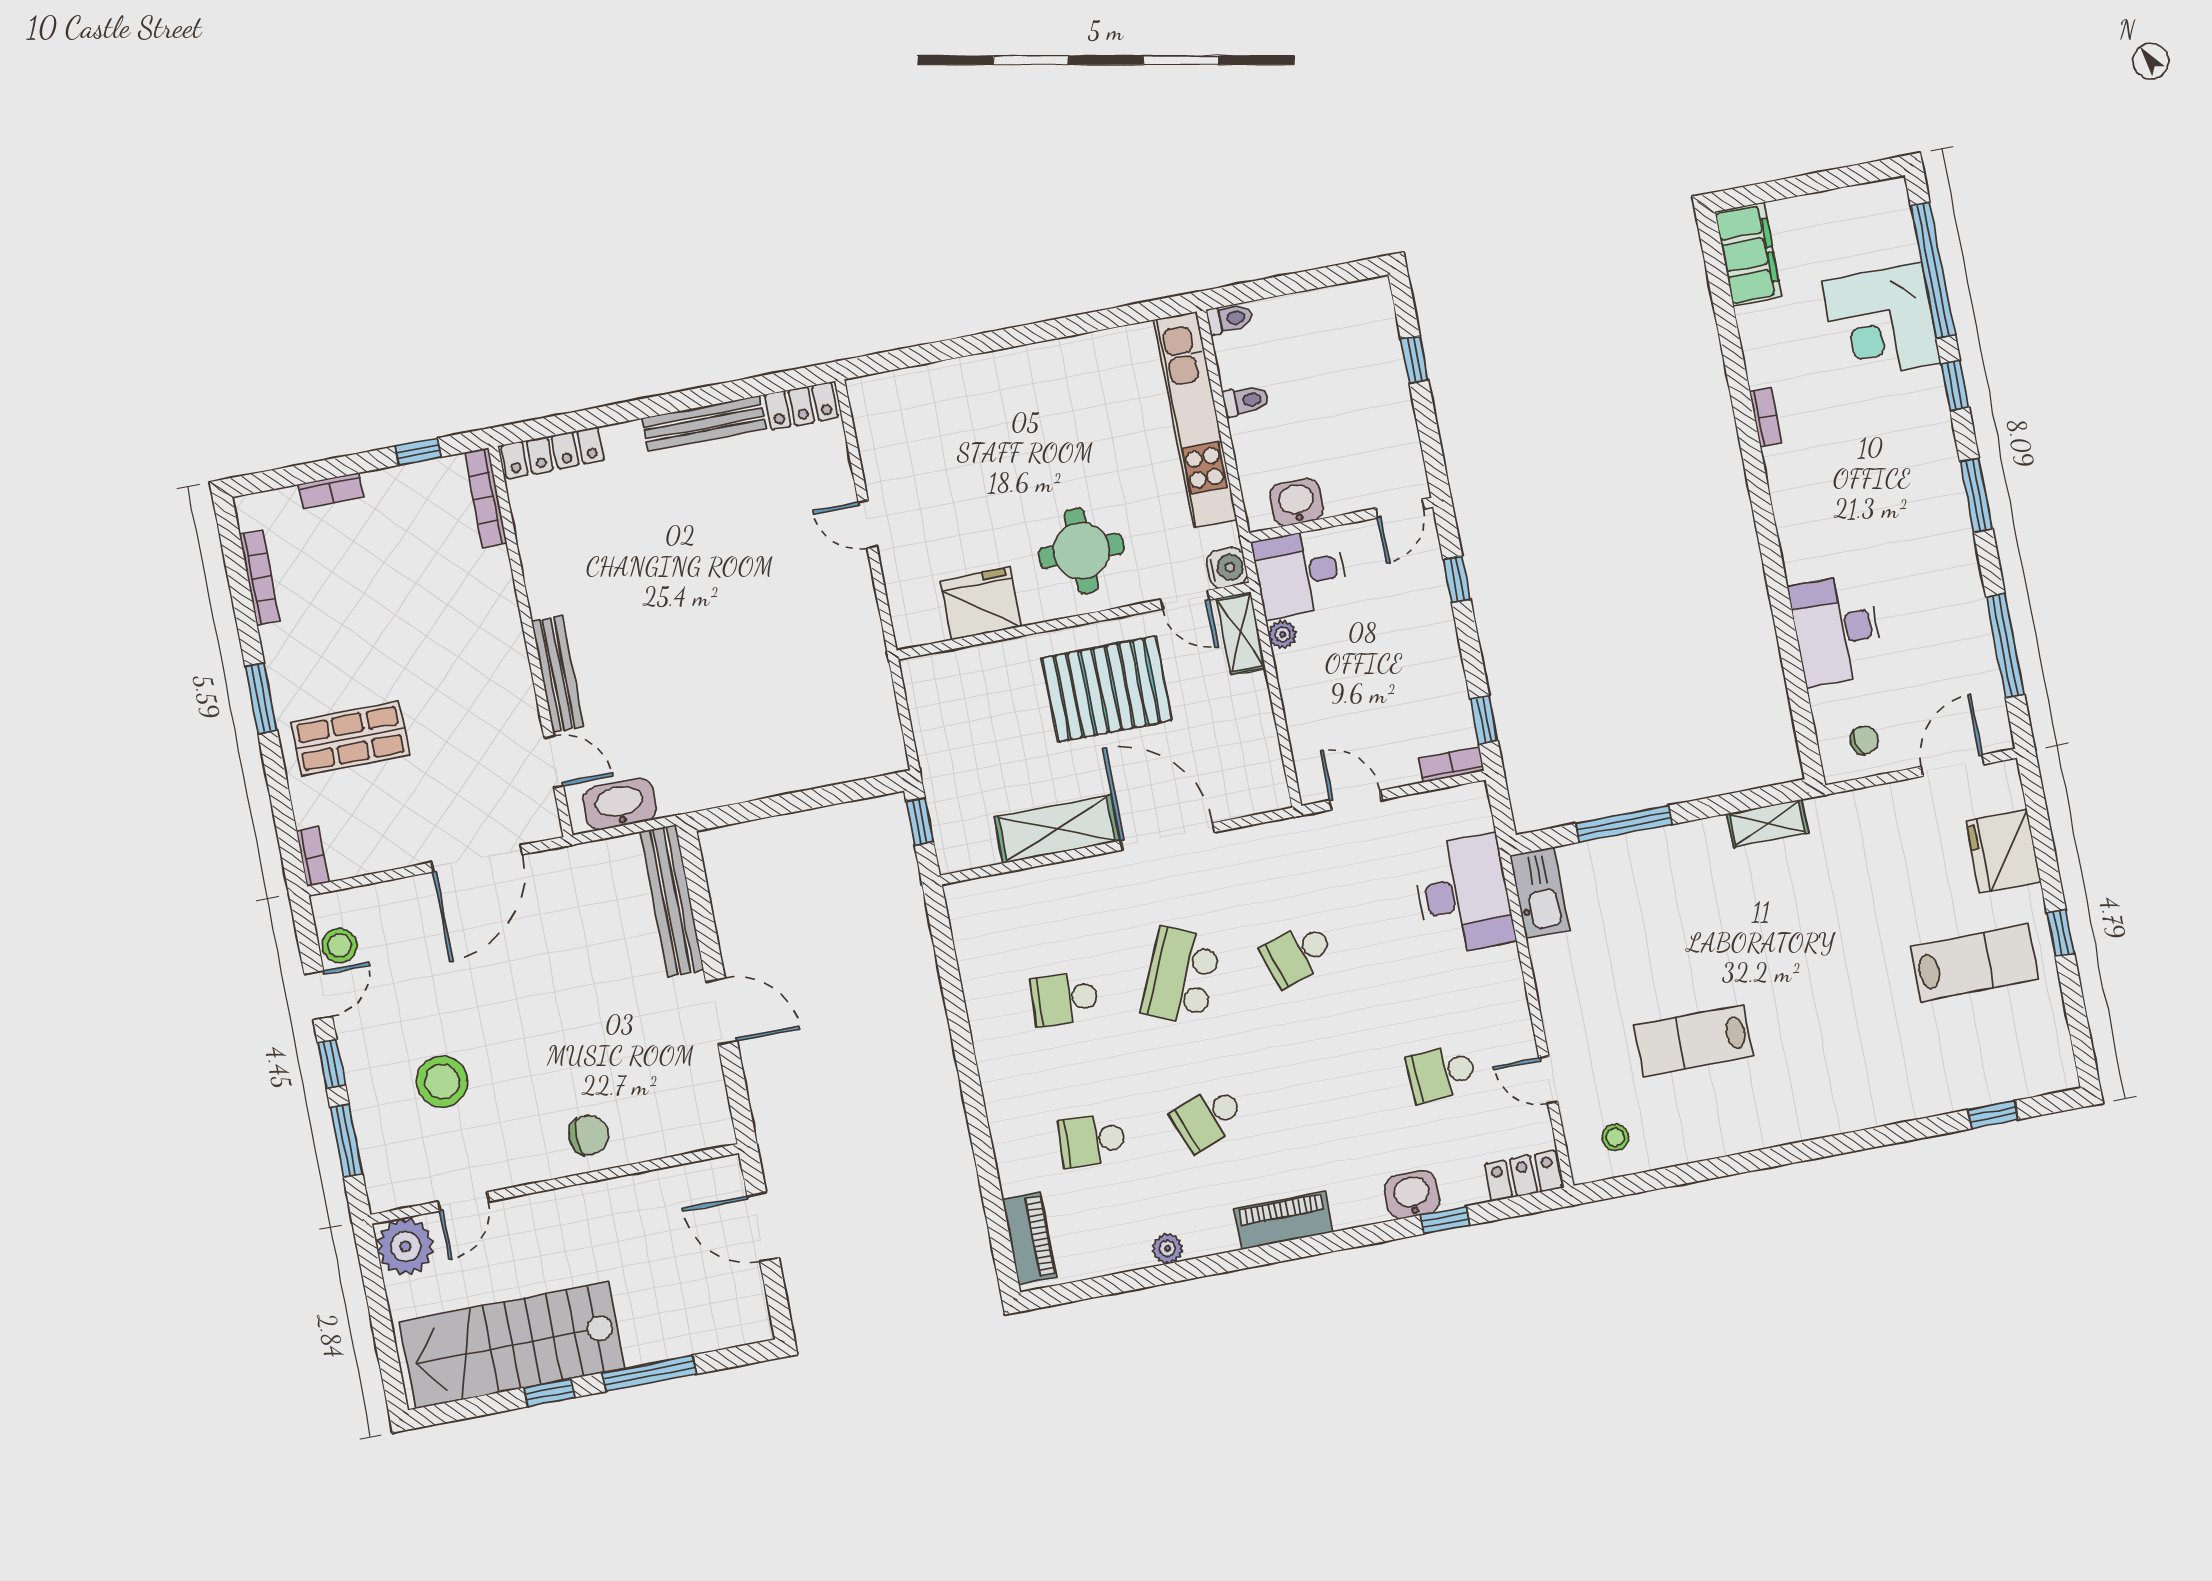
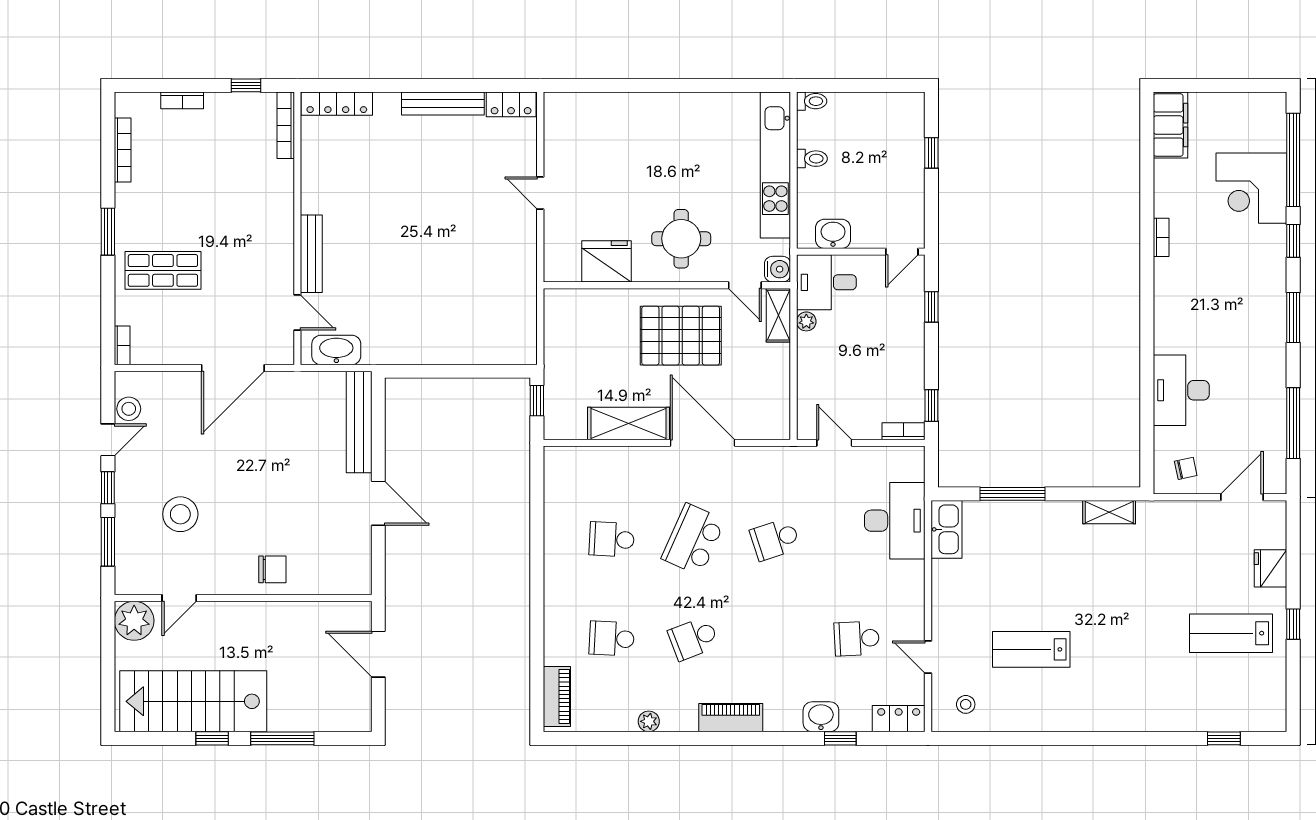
fridge: (2003, 851) -> (1271, 568), width x0.73, depth x0.75
lab bench: (1974, 963) -> (1231, 633), turned 180

